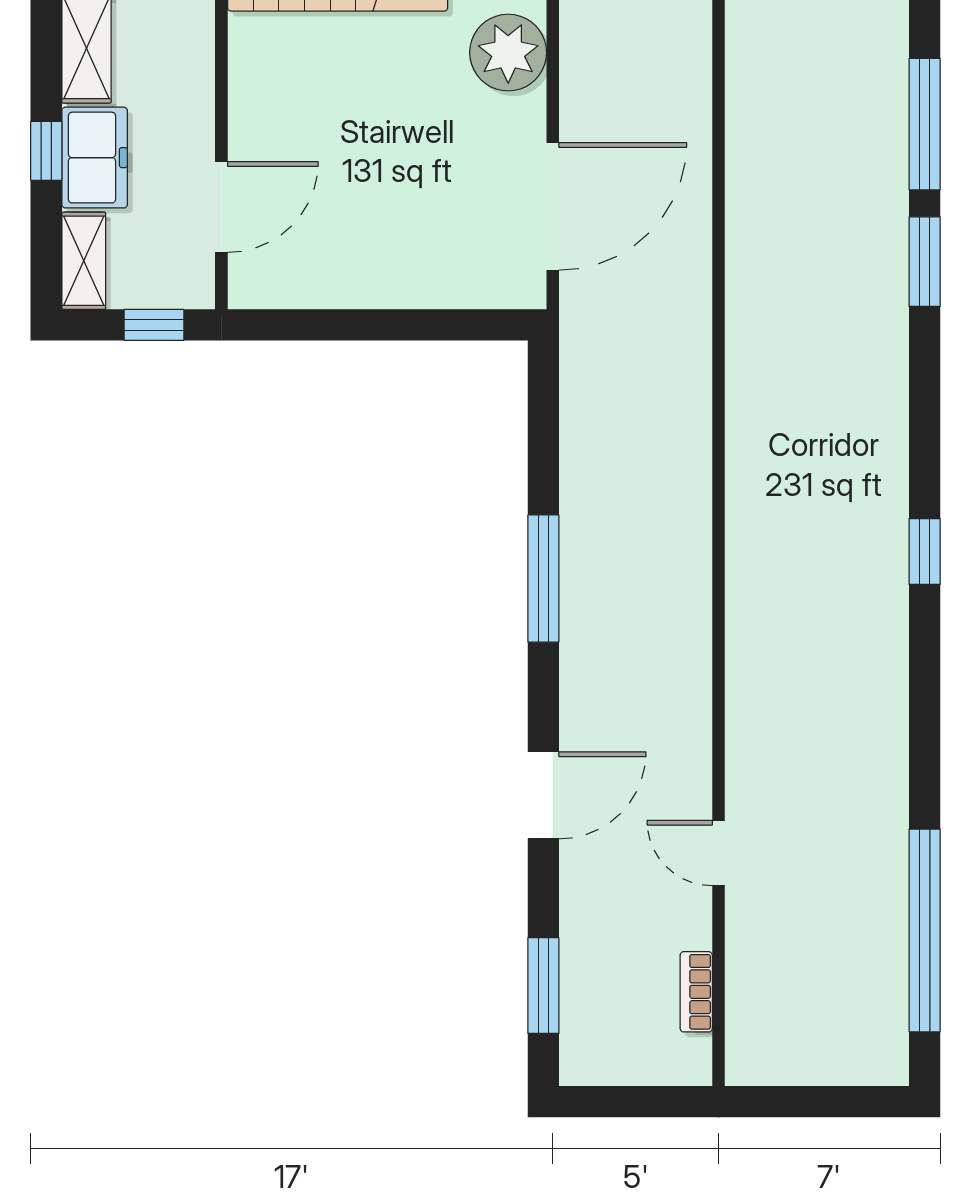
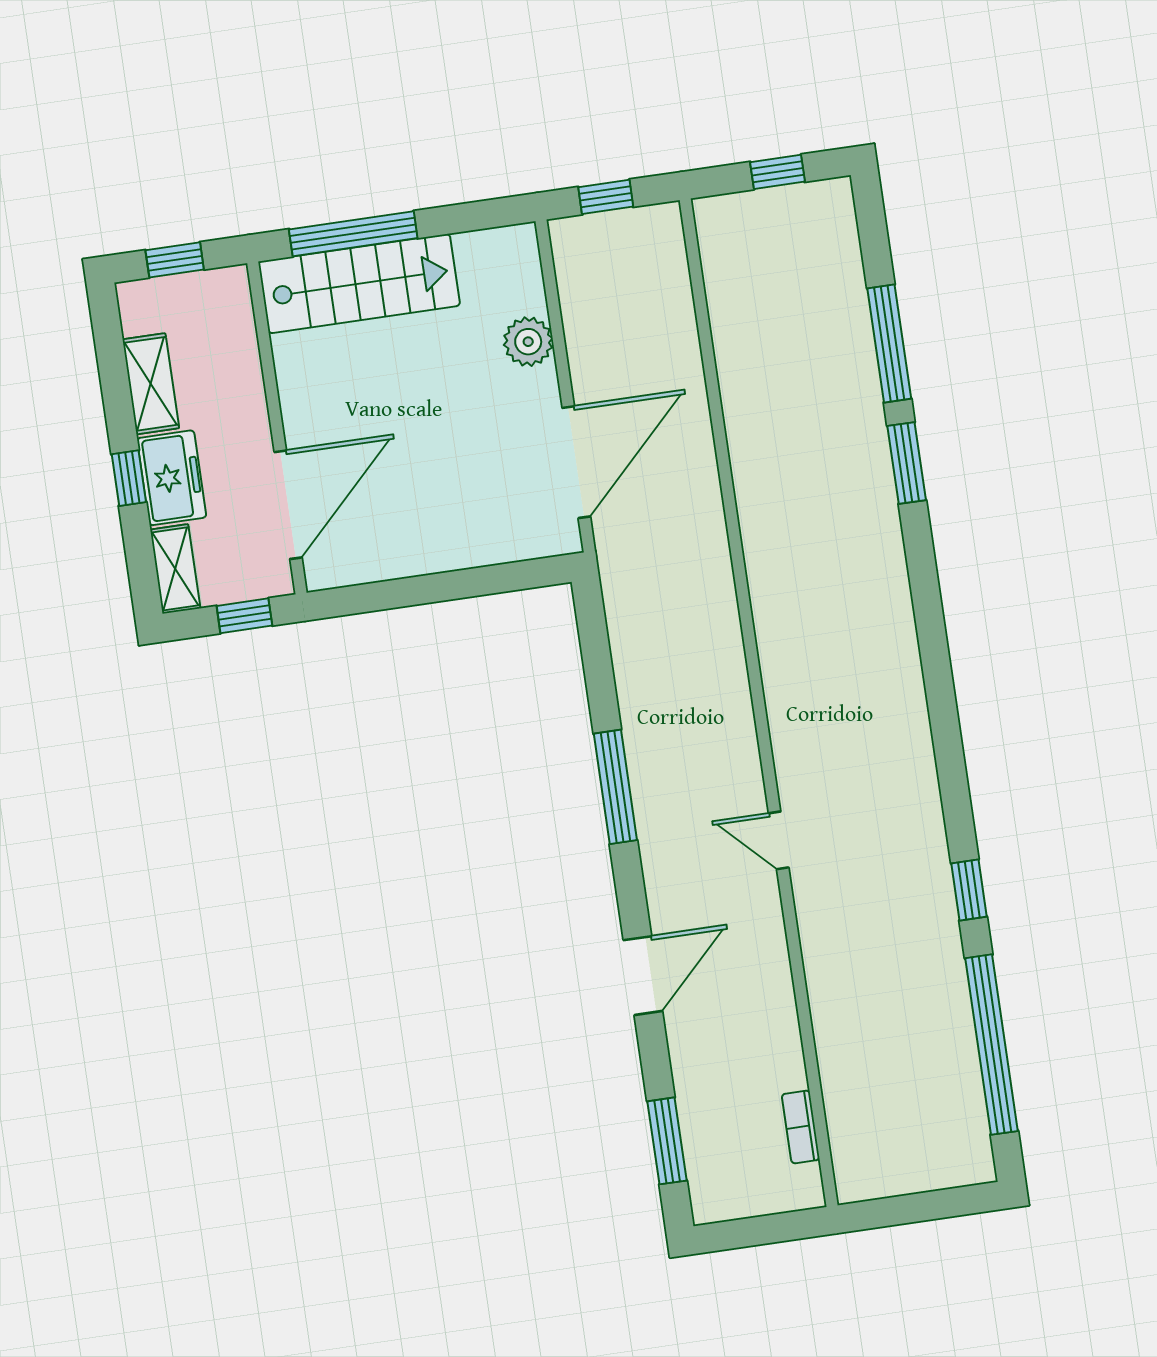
plant: (508, 53) -> (528, 342), width x0.73, depth x0.73
door: (221, 207) -> (288, 505), width x1.36
window: (925, 551) -> (969, 890), moved
door: (718, 853) -> (779, 840), moved

